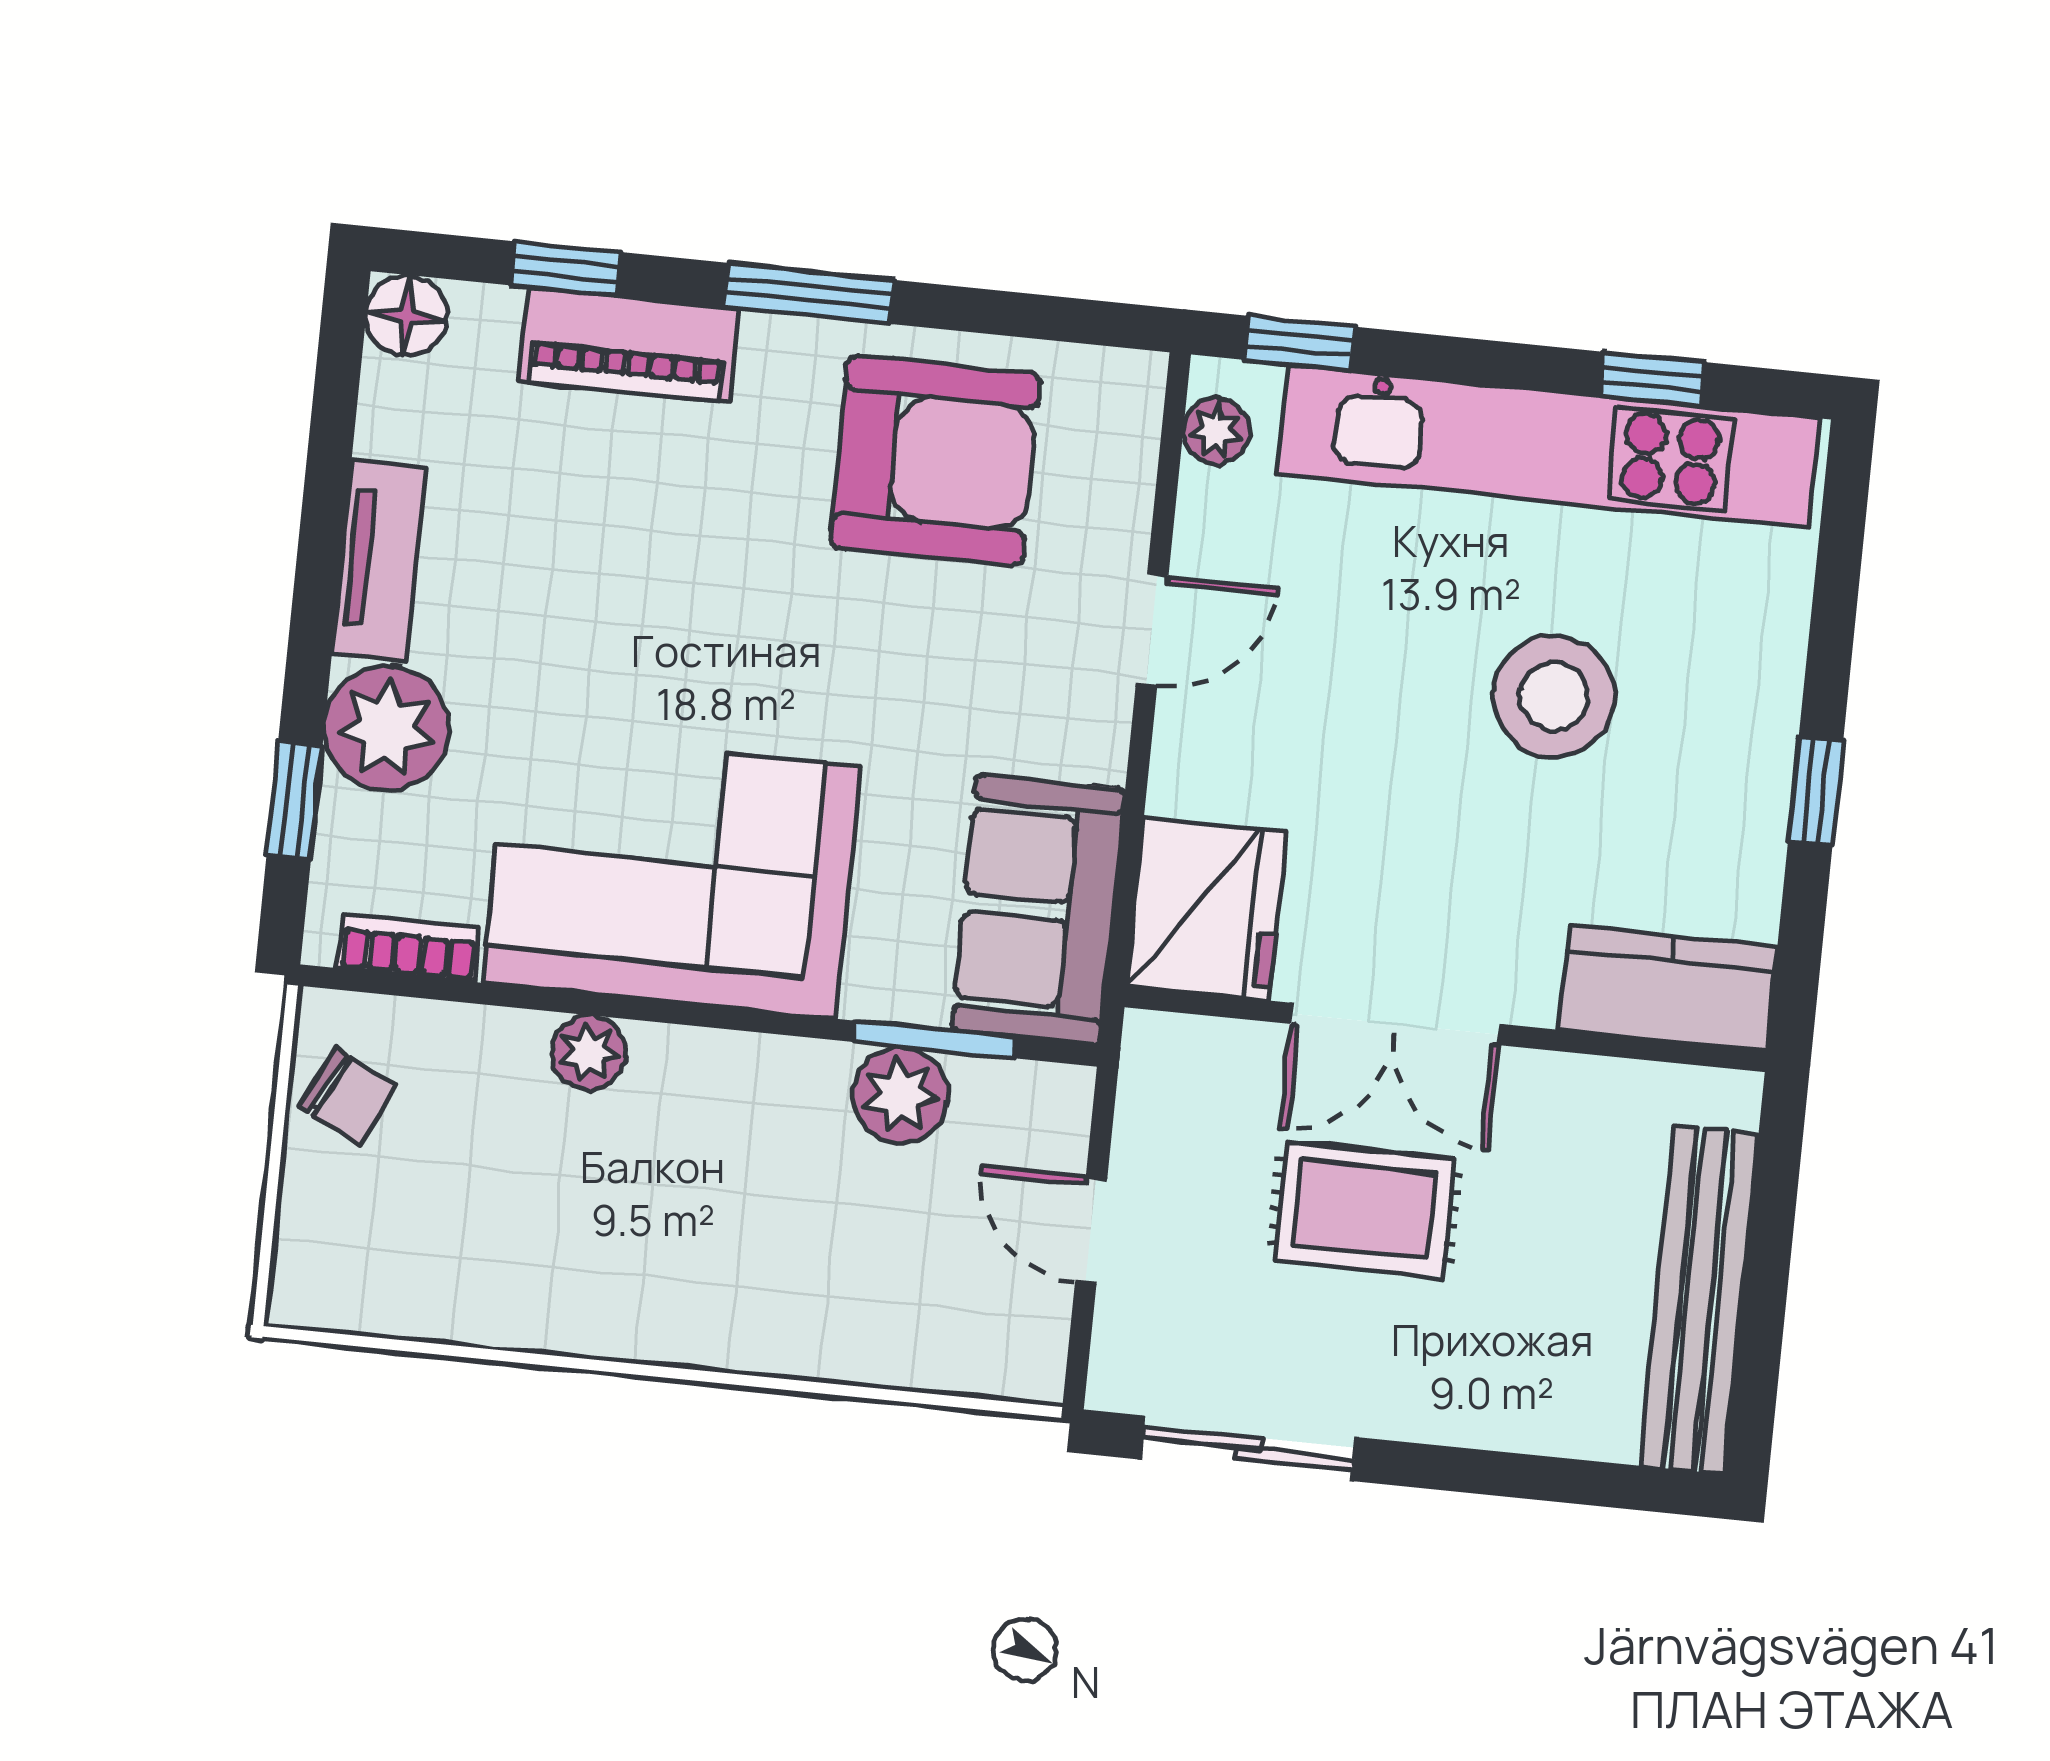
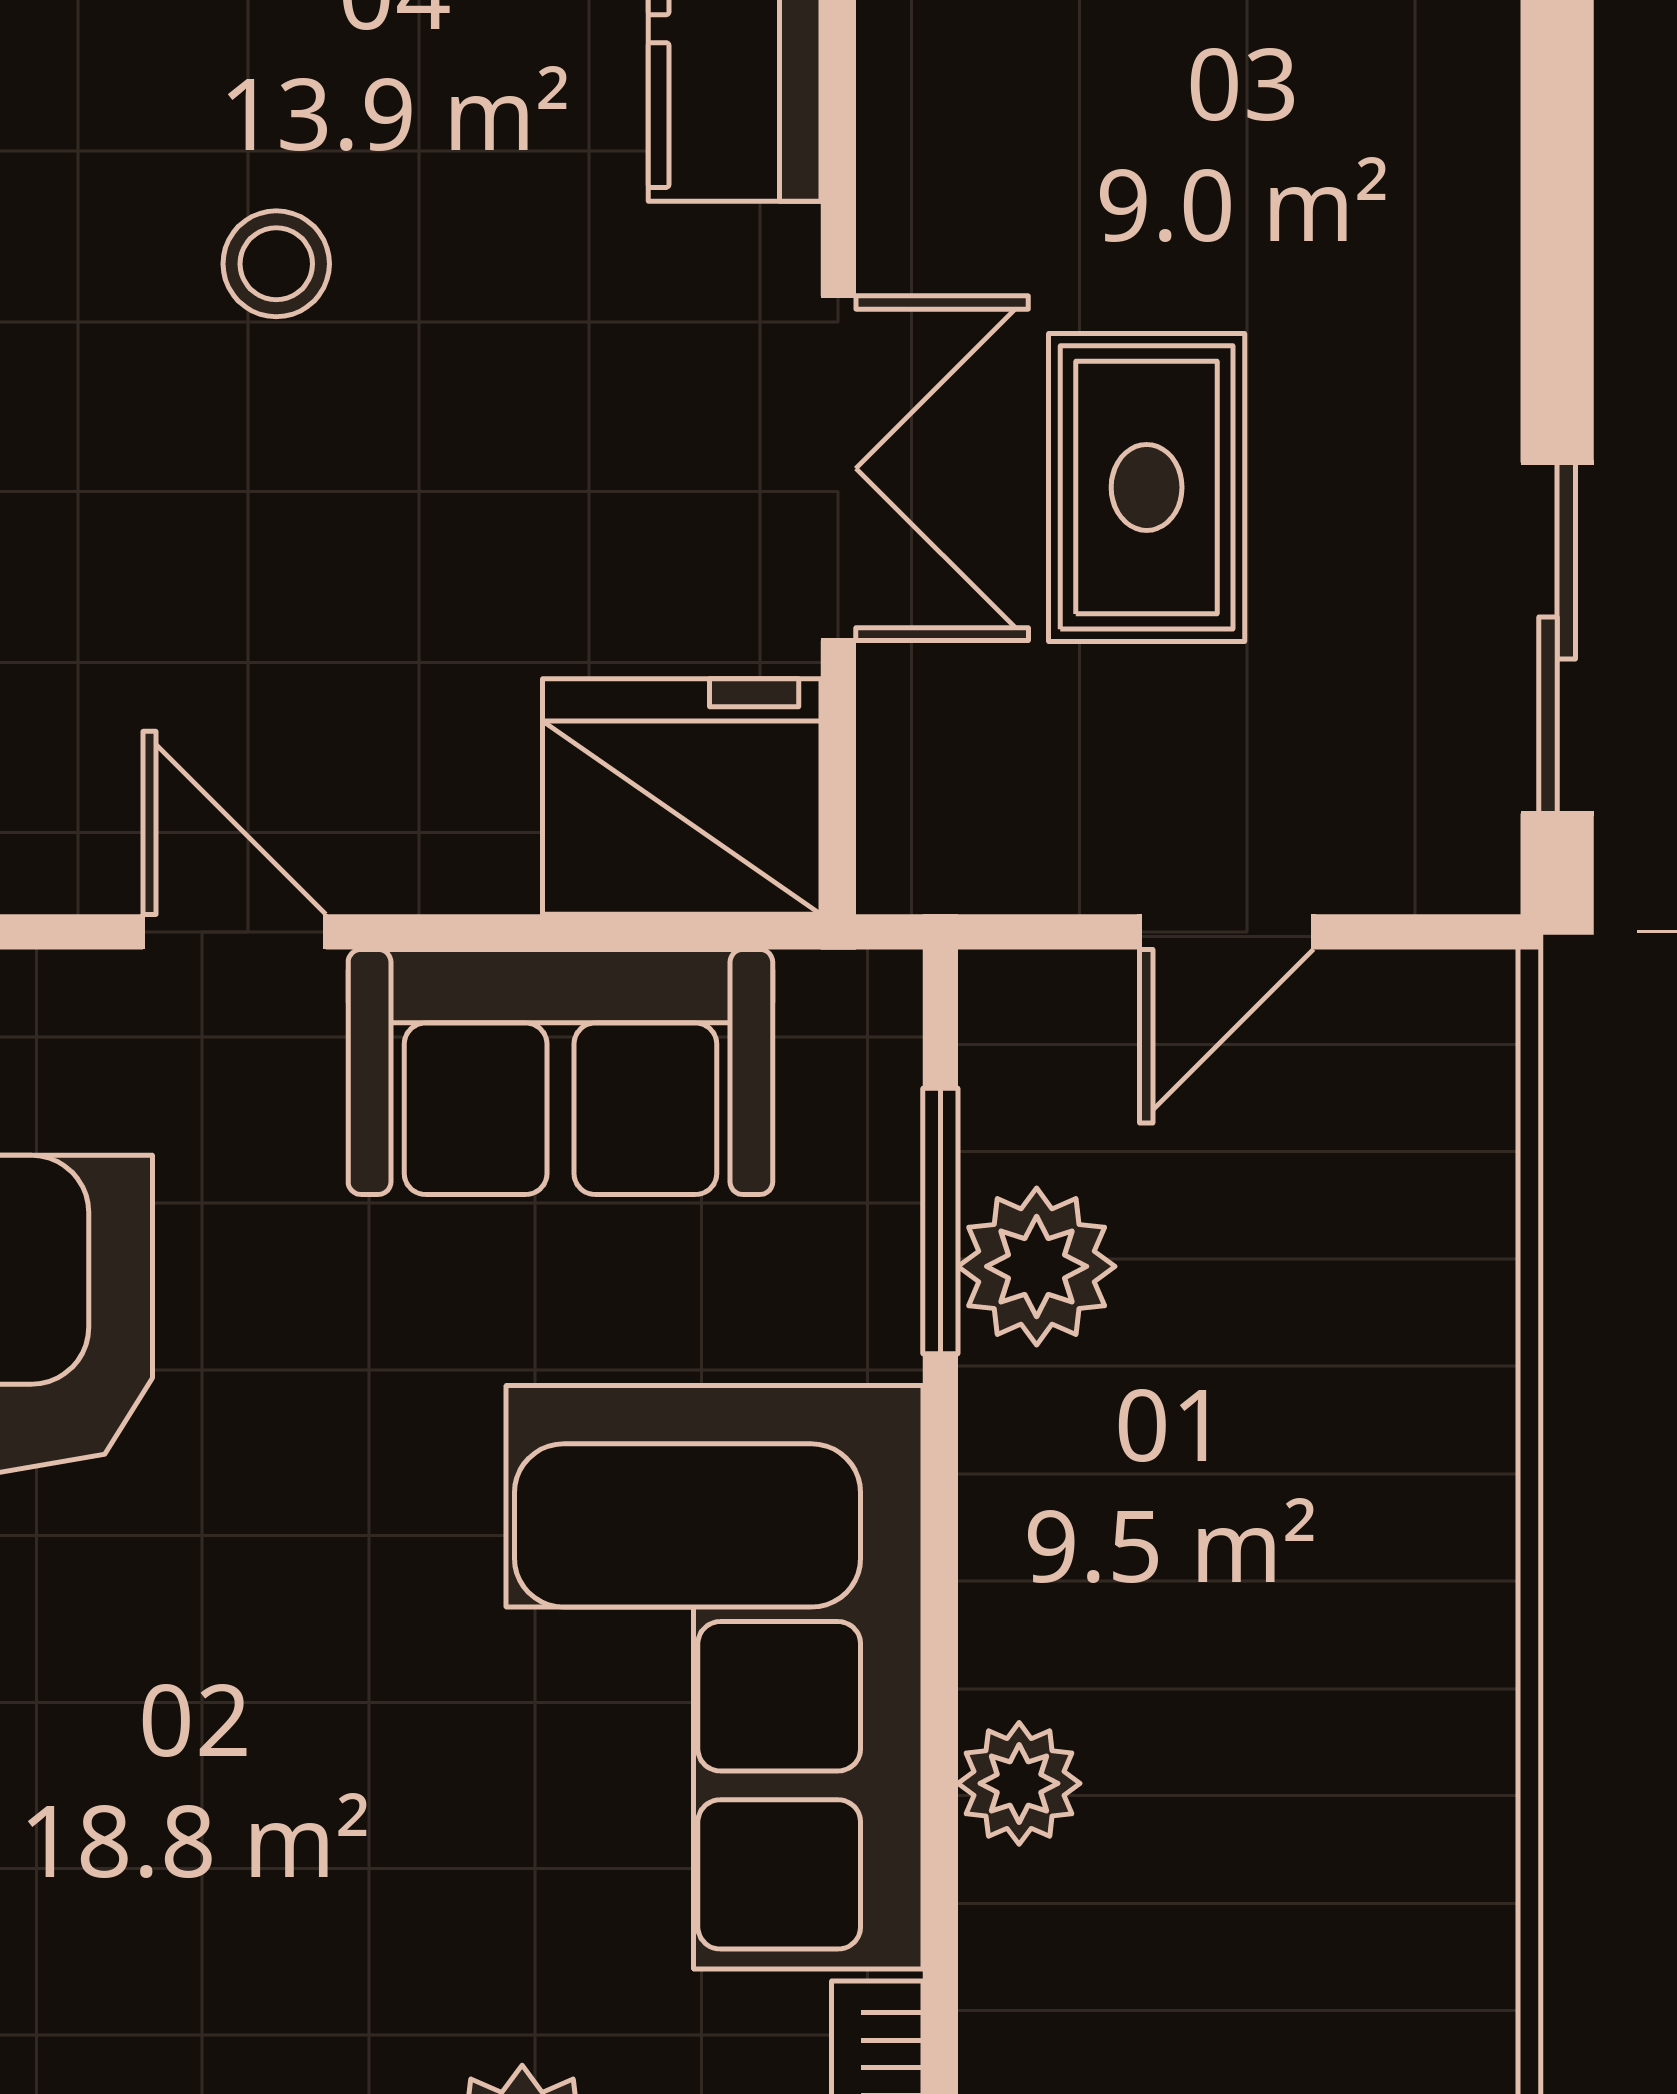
stool: (1554, 696) -> (276, 264), width x0.53, depth x0.53
sofa: (1038, 910) -> (560, 1072), moved

